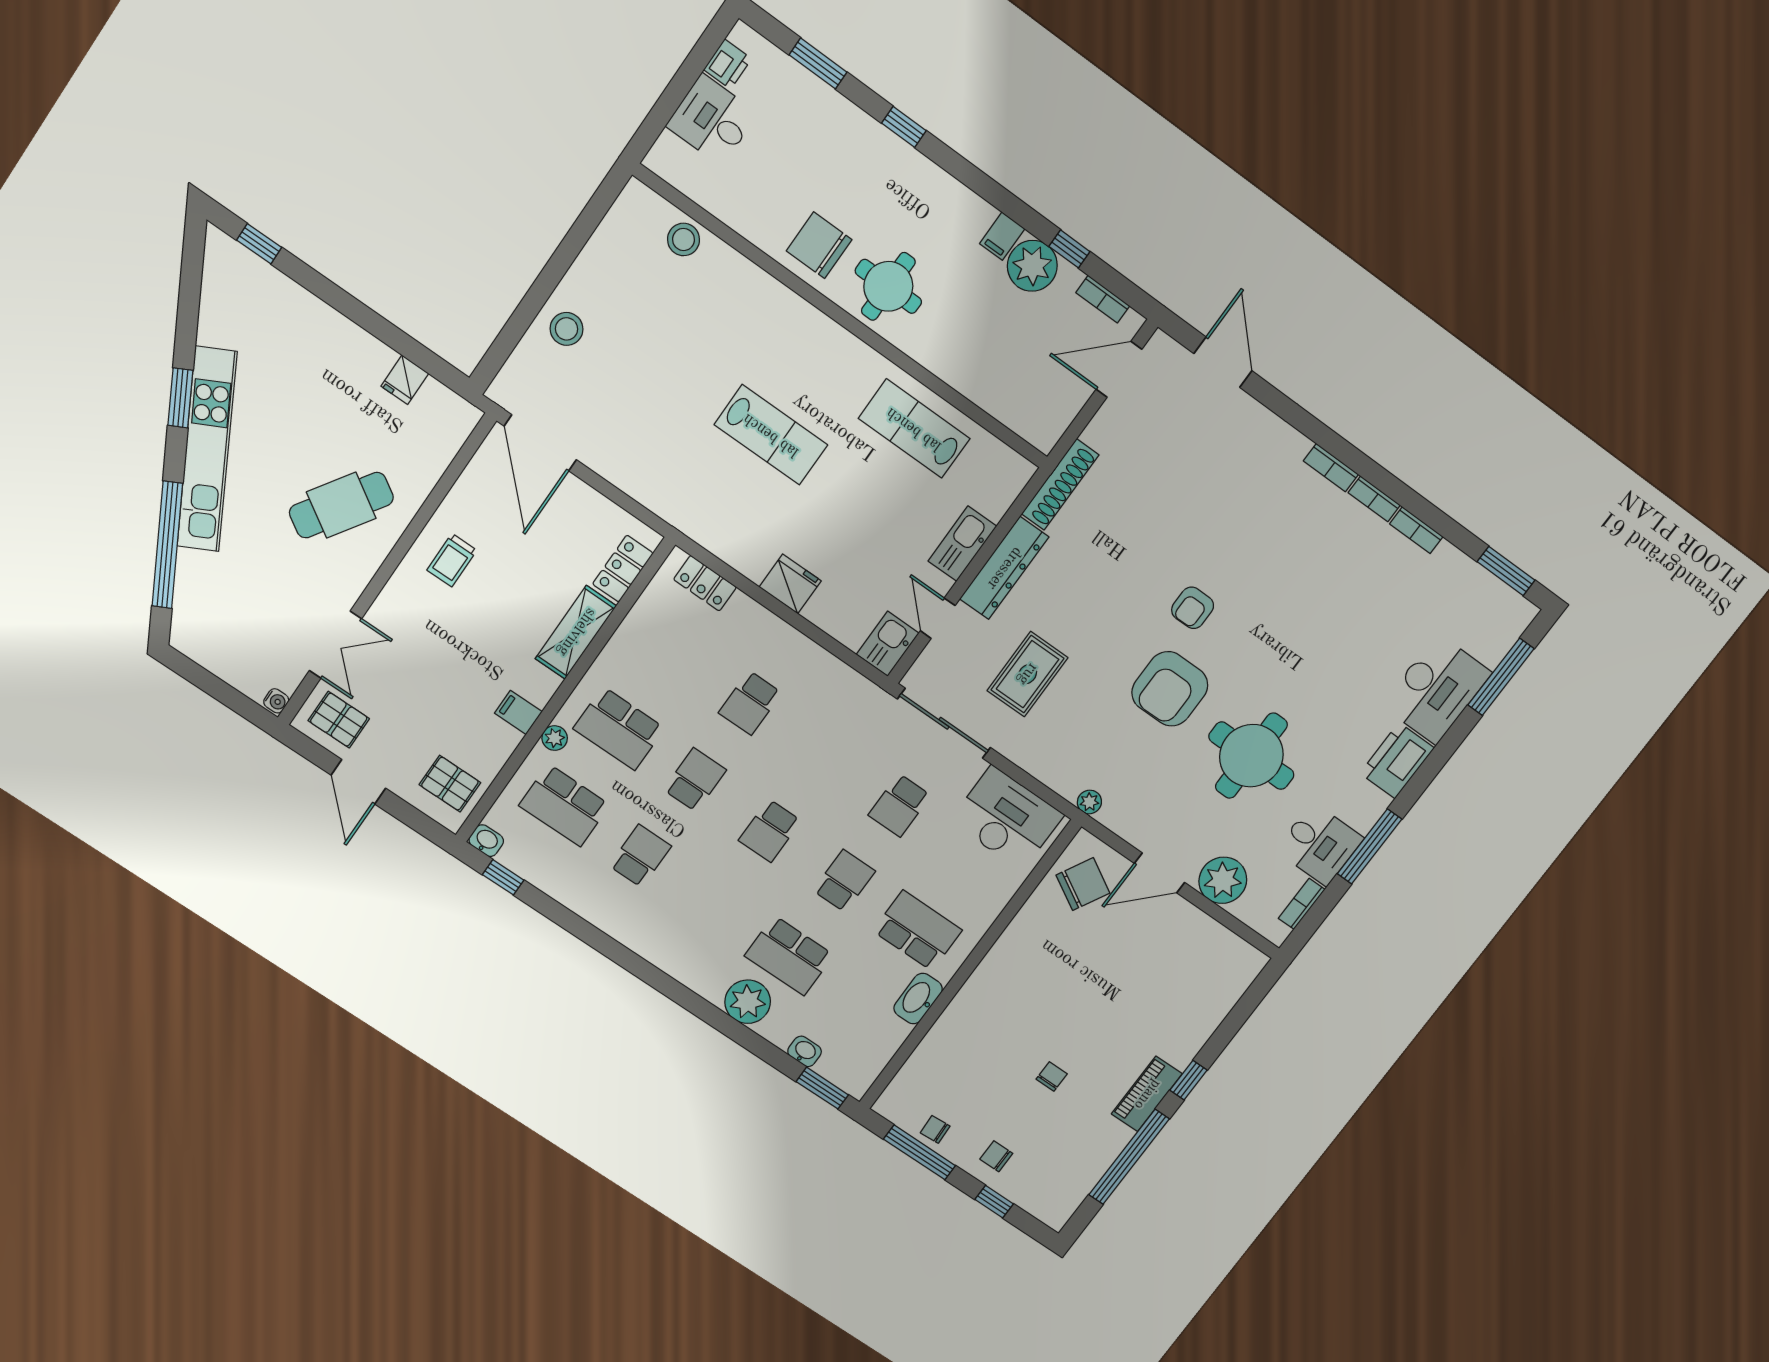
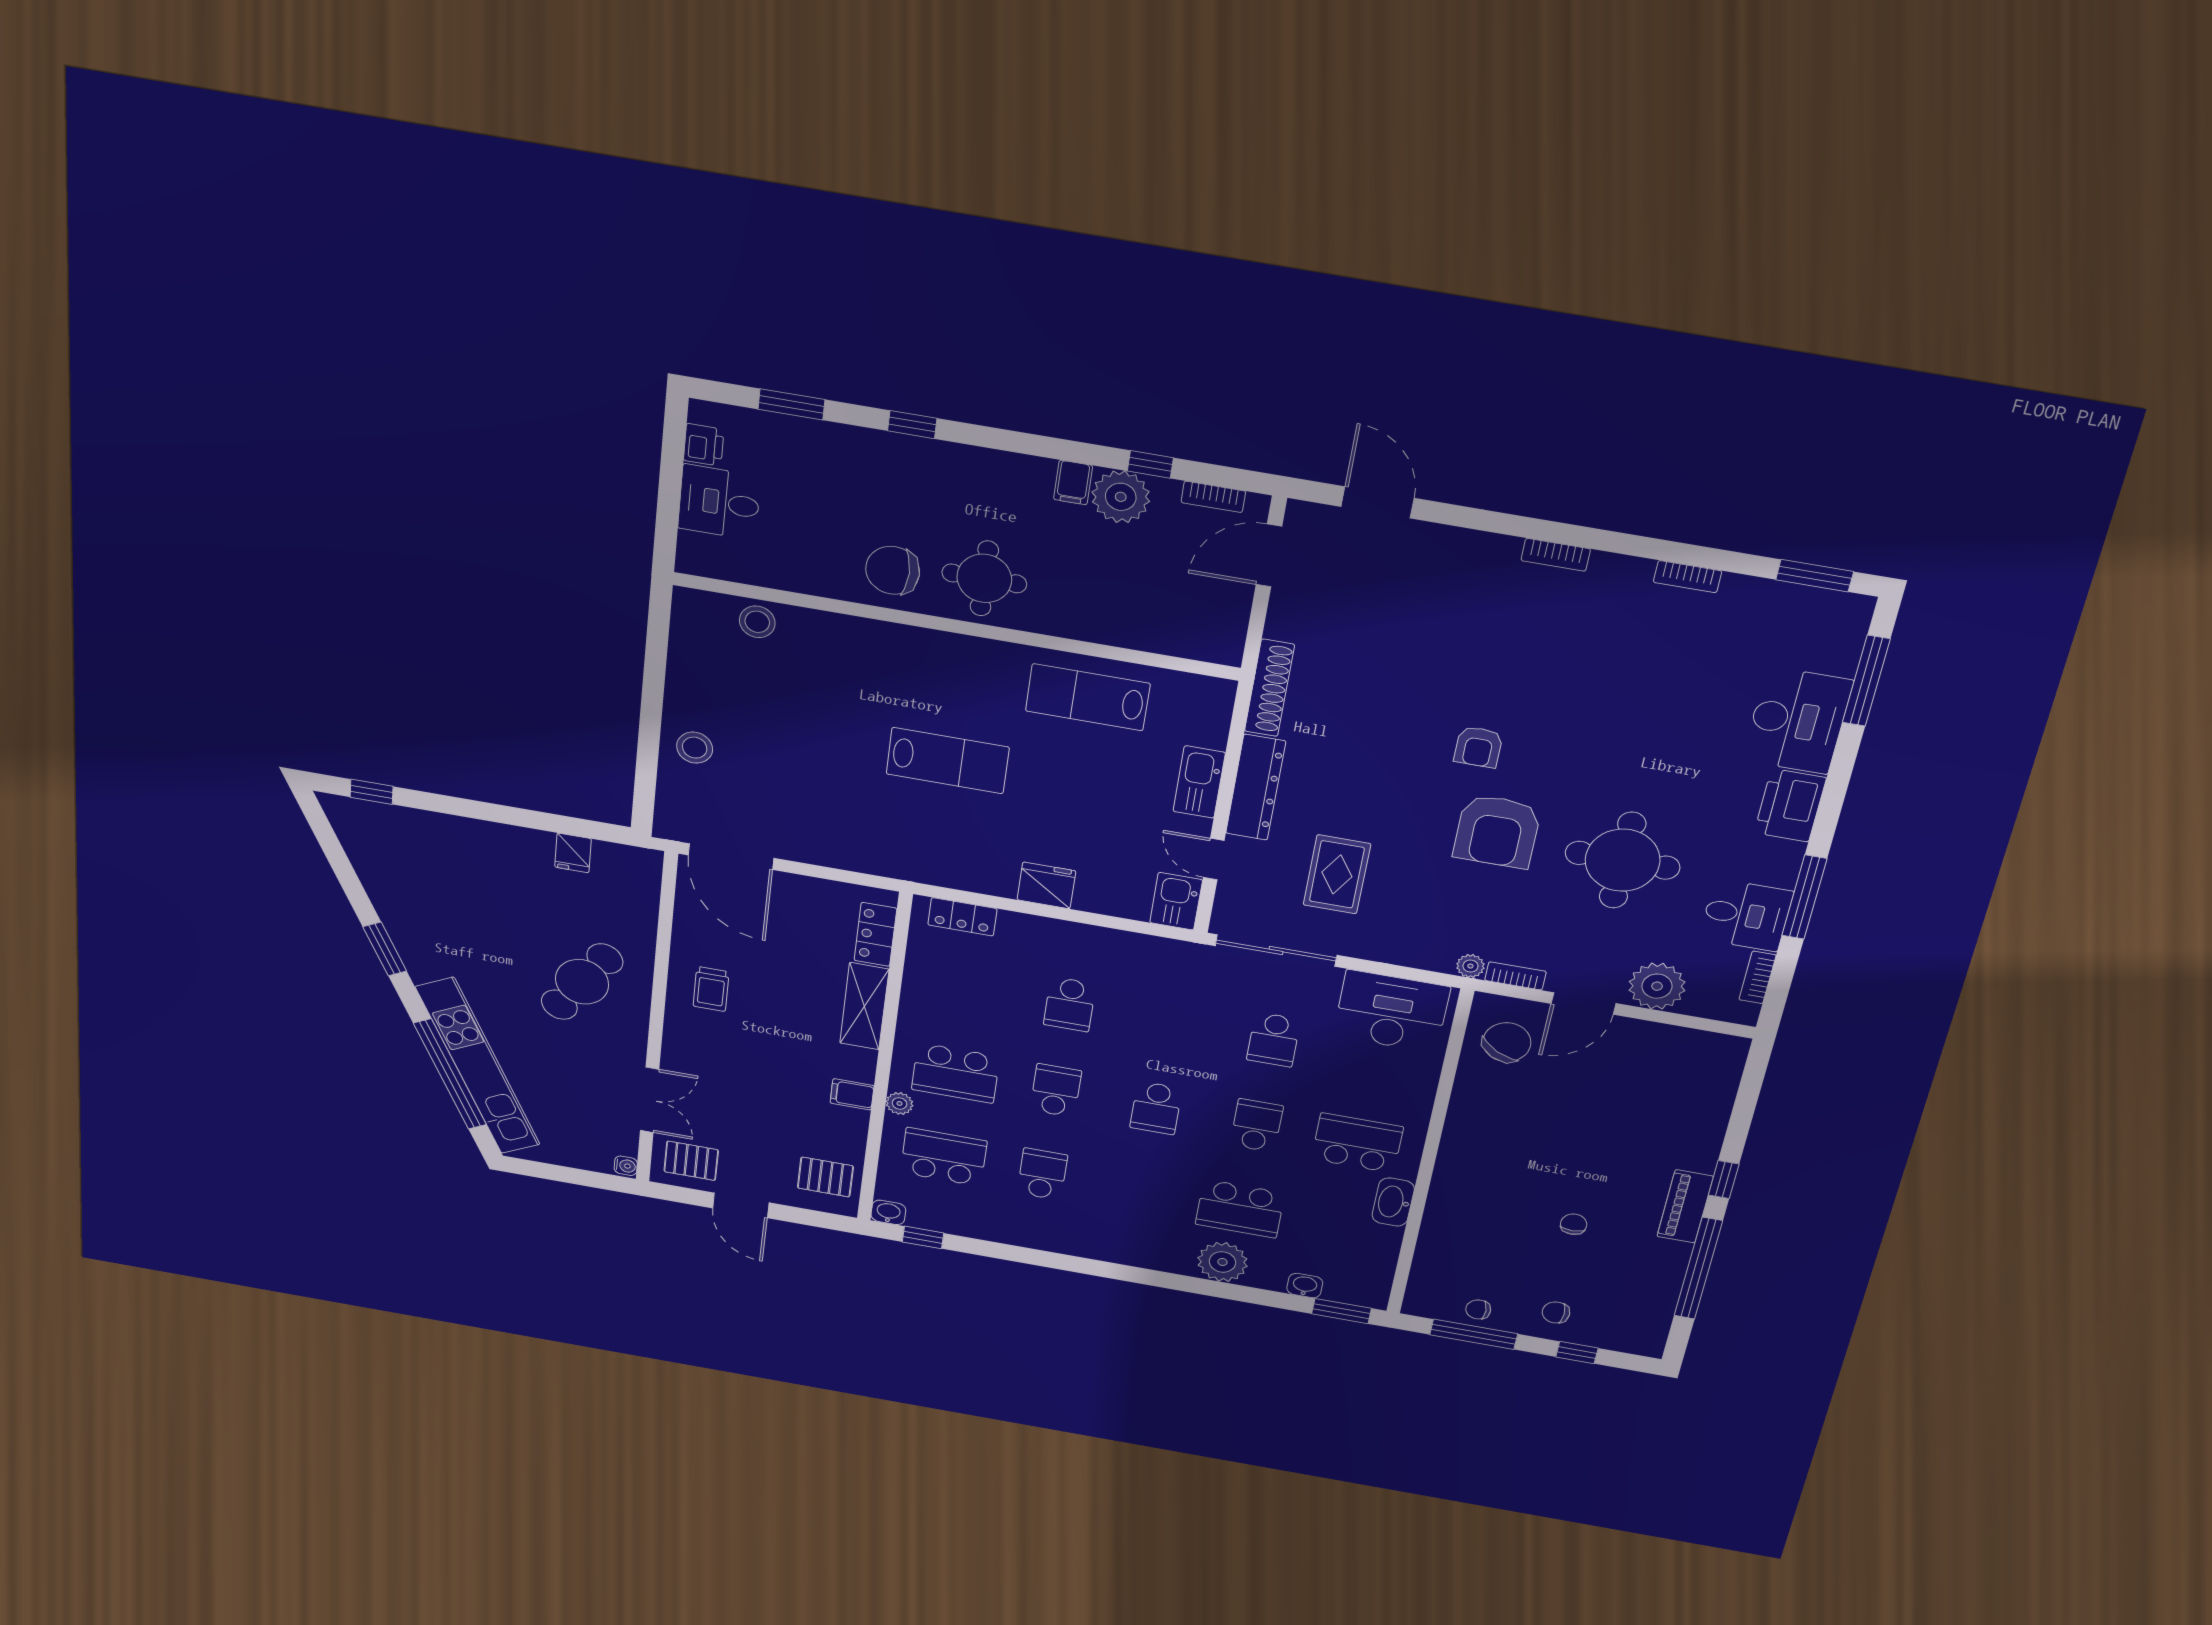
kitchen unit: (207, 449) -> (478, 1066), moved
bookcase: (1374, 499) -> (1515, 976), moved, turned 180
school desk: (564, 805) -> (944, 1157), turned 180

